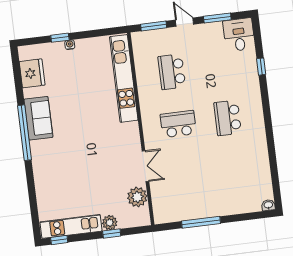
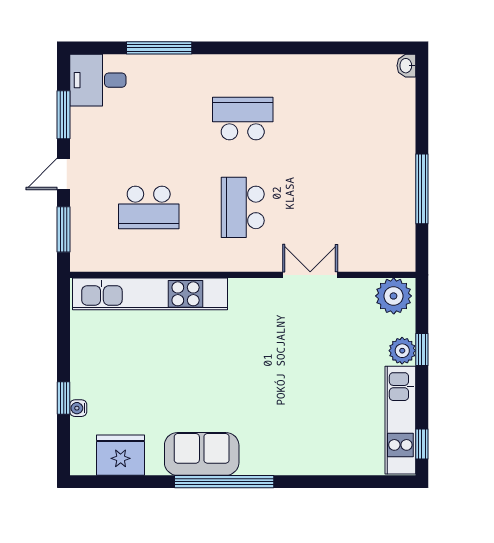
water cooler: (70, 45) -> (78, 408), moved
window: (261, 67) -> (159, 48), width x2.17
school desk: (228, 118) -> (243, 119), turned 180
plant: (137, 197) -> (394, 296), moved

